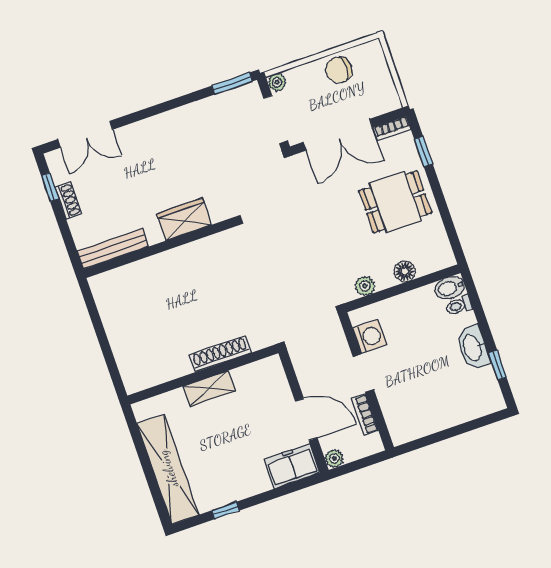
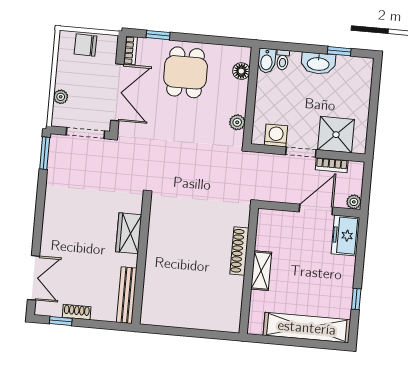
chair: (339, 70) -> (86, 45), moved, turned 91
plant: (277, 82) -> (61, 97), moved
floor lamp: (405, 271) -> (241, 71), moved
shower: (401, 404) -> (336, 135), added

